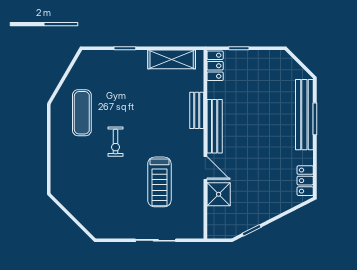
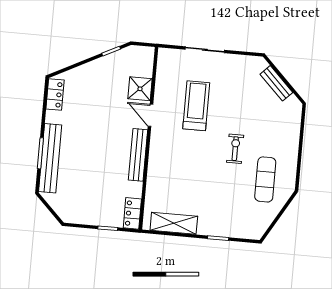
bench: (197, 110) -> (276, 83), moved, turned -45

